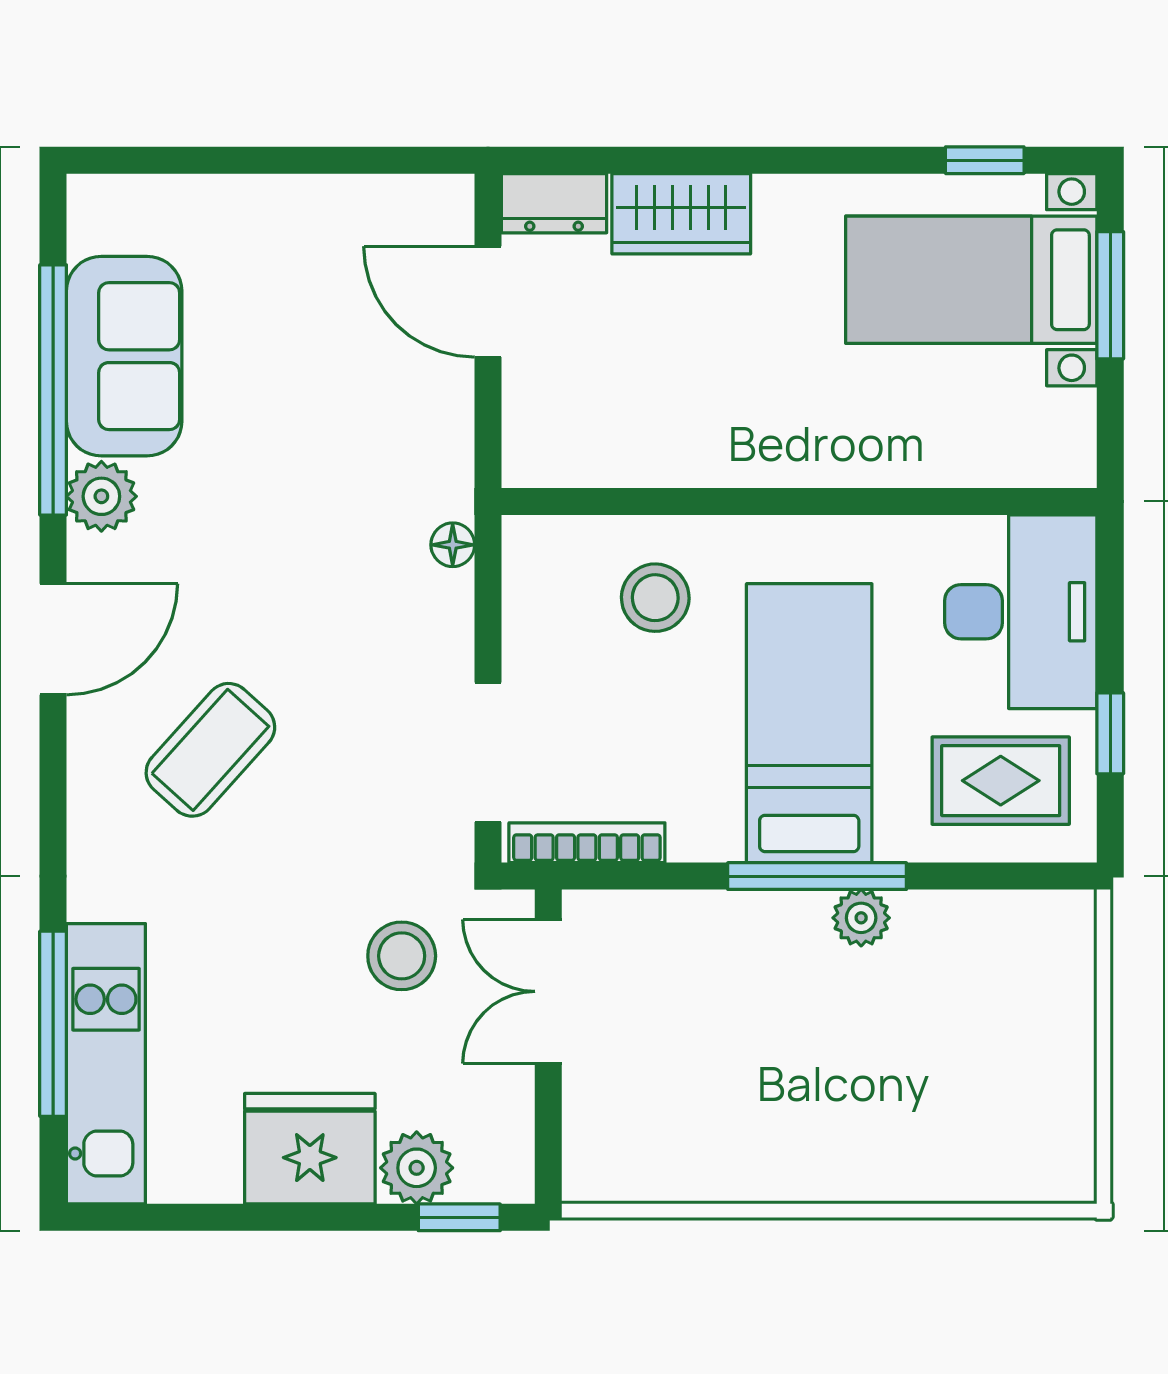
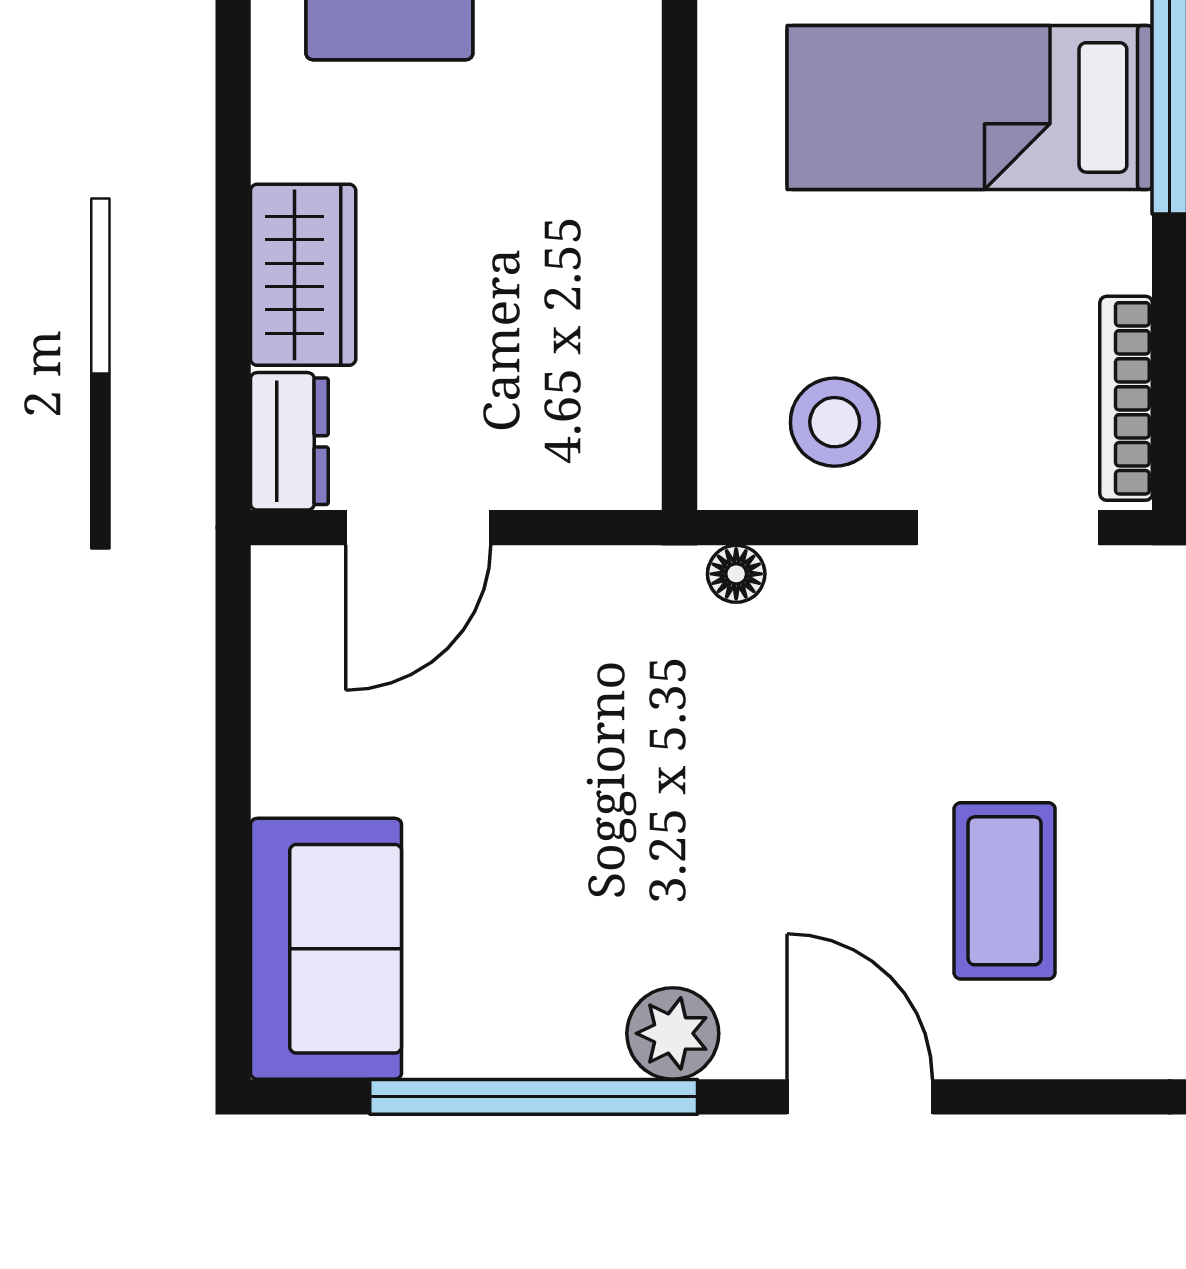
sofa: (124, 356) -> (326, 949), moved, turned 90
stool: (655, 598) -> (835, 422), moved
coffee table: (210, 750) -> (1005, 891), turned 48

